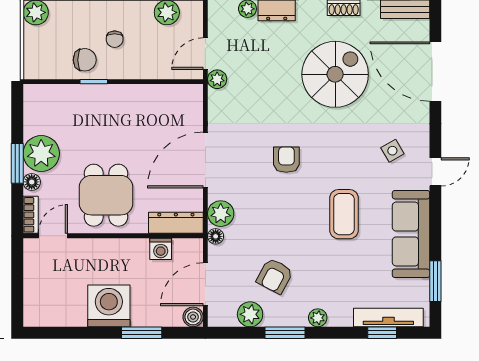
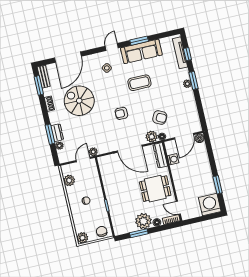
door: (205, 54) -> (83, 159), swing flipped
chair: (85, 60) -> (102, 231), moved
window: (17, 163) -> (139, 233), moved
door: (435, 172) -> (112, 47), hinge flipped
armchair: (275, 276) -> (160, 117), moved
window: (435, 281) -> (139, 41), moved
door: (205, 284) -> (184, 136), hinge flipped
washing machine: (109, 306) -> (210, 204), moved, turned 90
plant: (250, 314) -> (193, 114), removed
window: (142, 333) -> (218, 185), moved
window: (285, 333) -> (193, 80), moved

